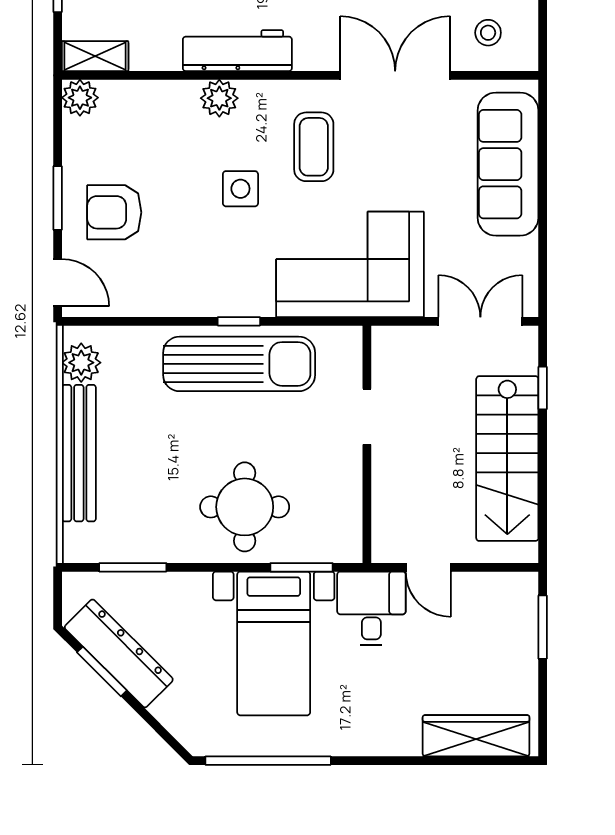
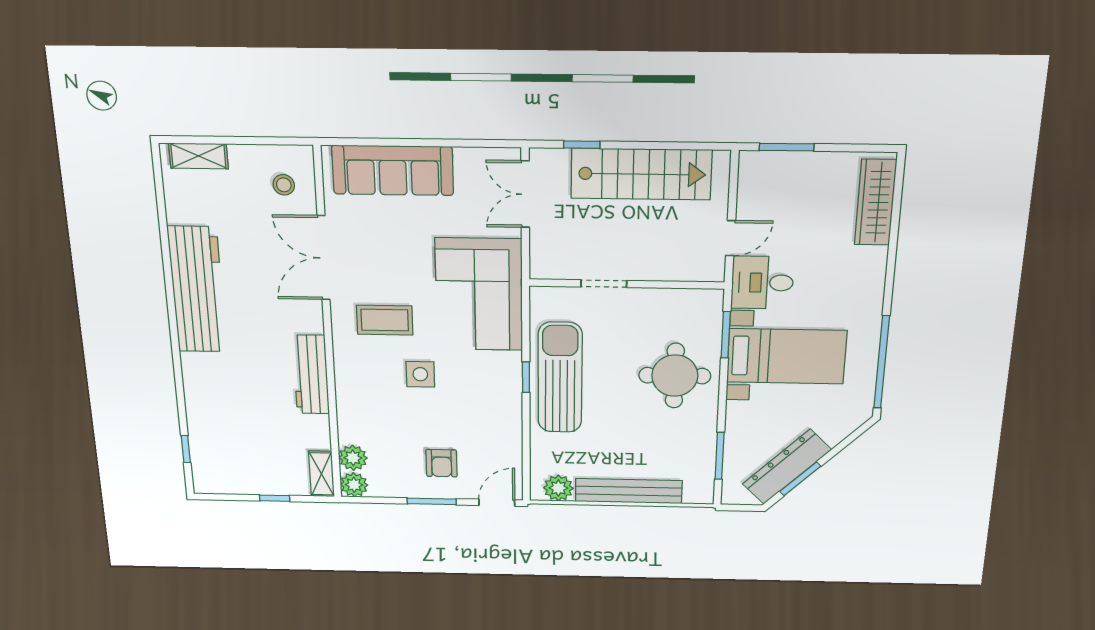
plant: (219, 98) -> (353, 458), moved
armchair: (114, 212) -> (442, 463), width x0.72, depth x0.72

